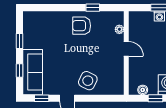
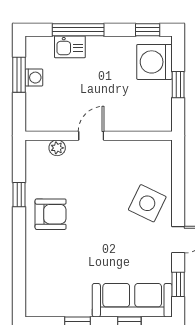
armchair: (82, 26) -> (51, 214), turned -90
boiler: (143, 90) -> (163, 107), removed

